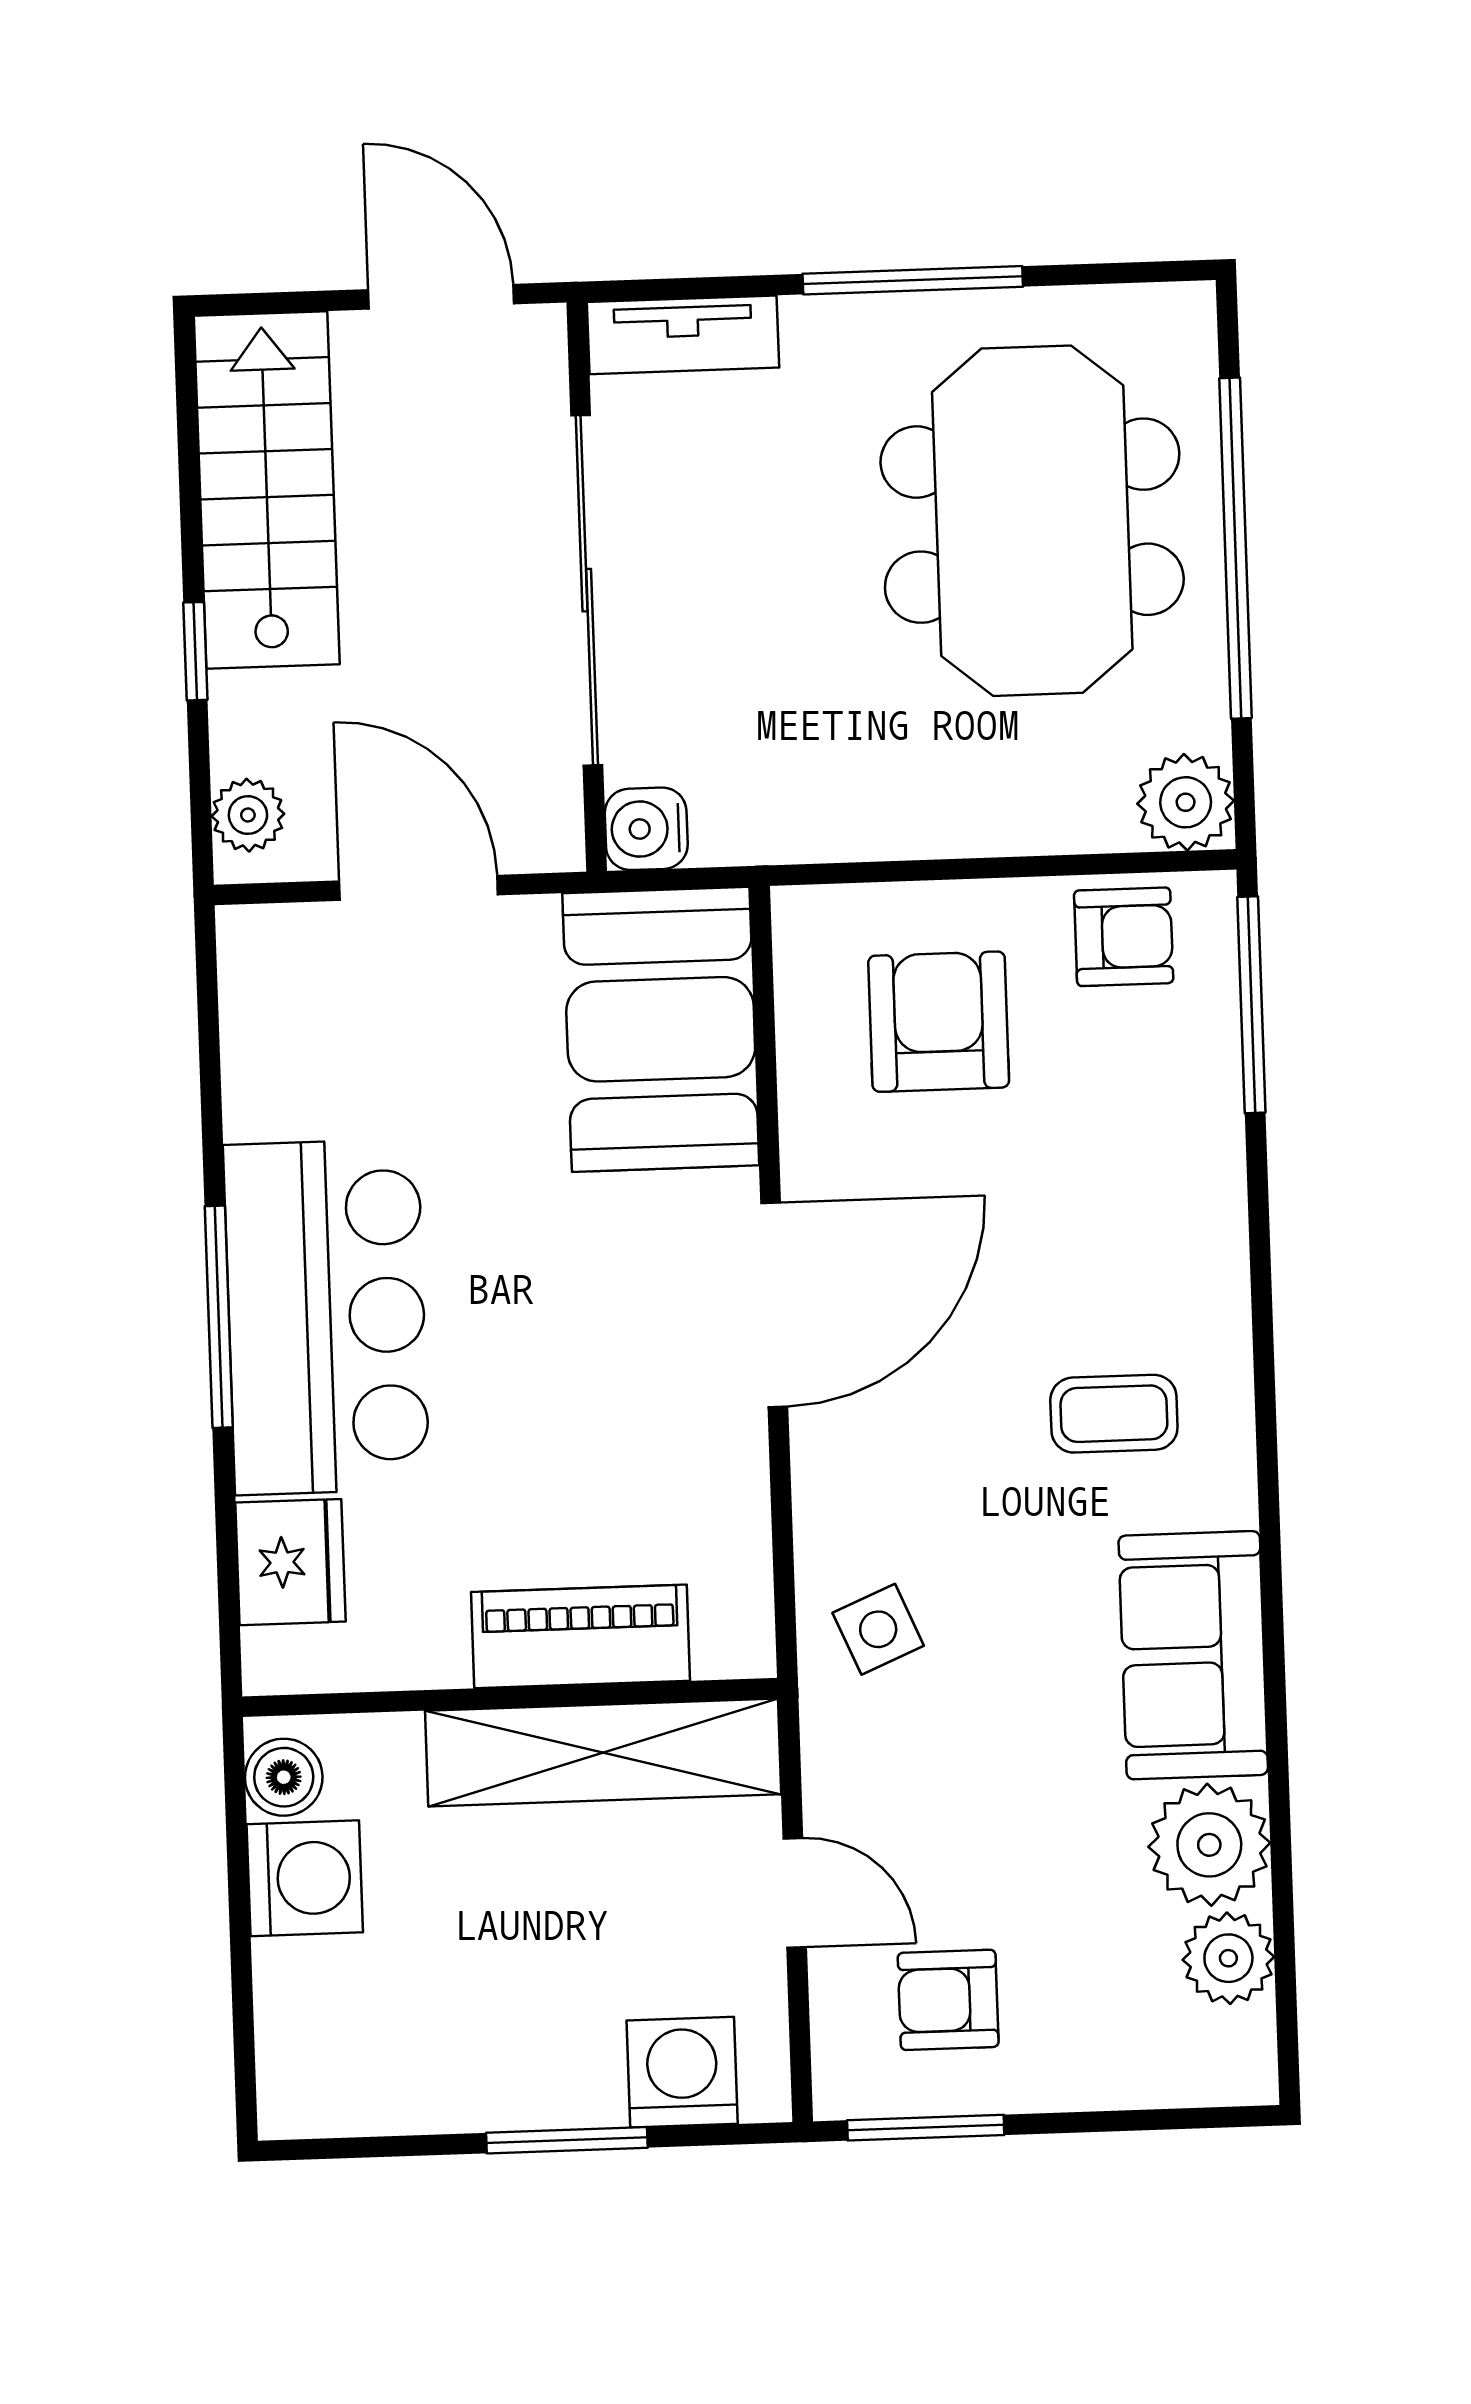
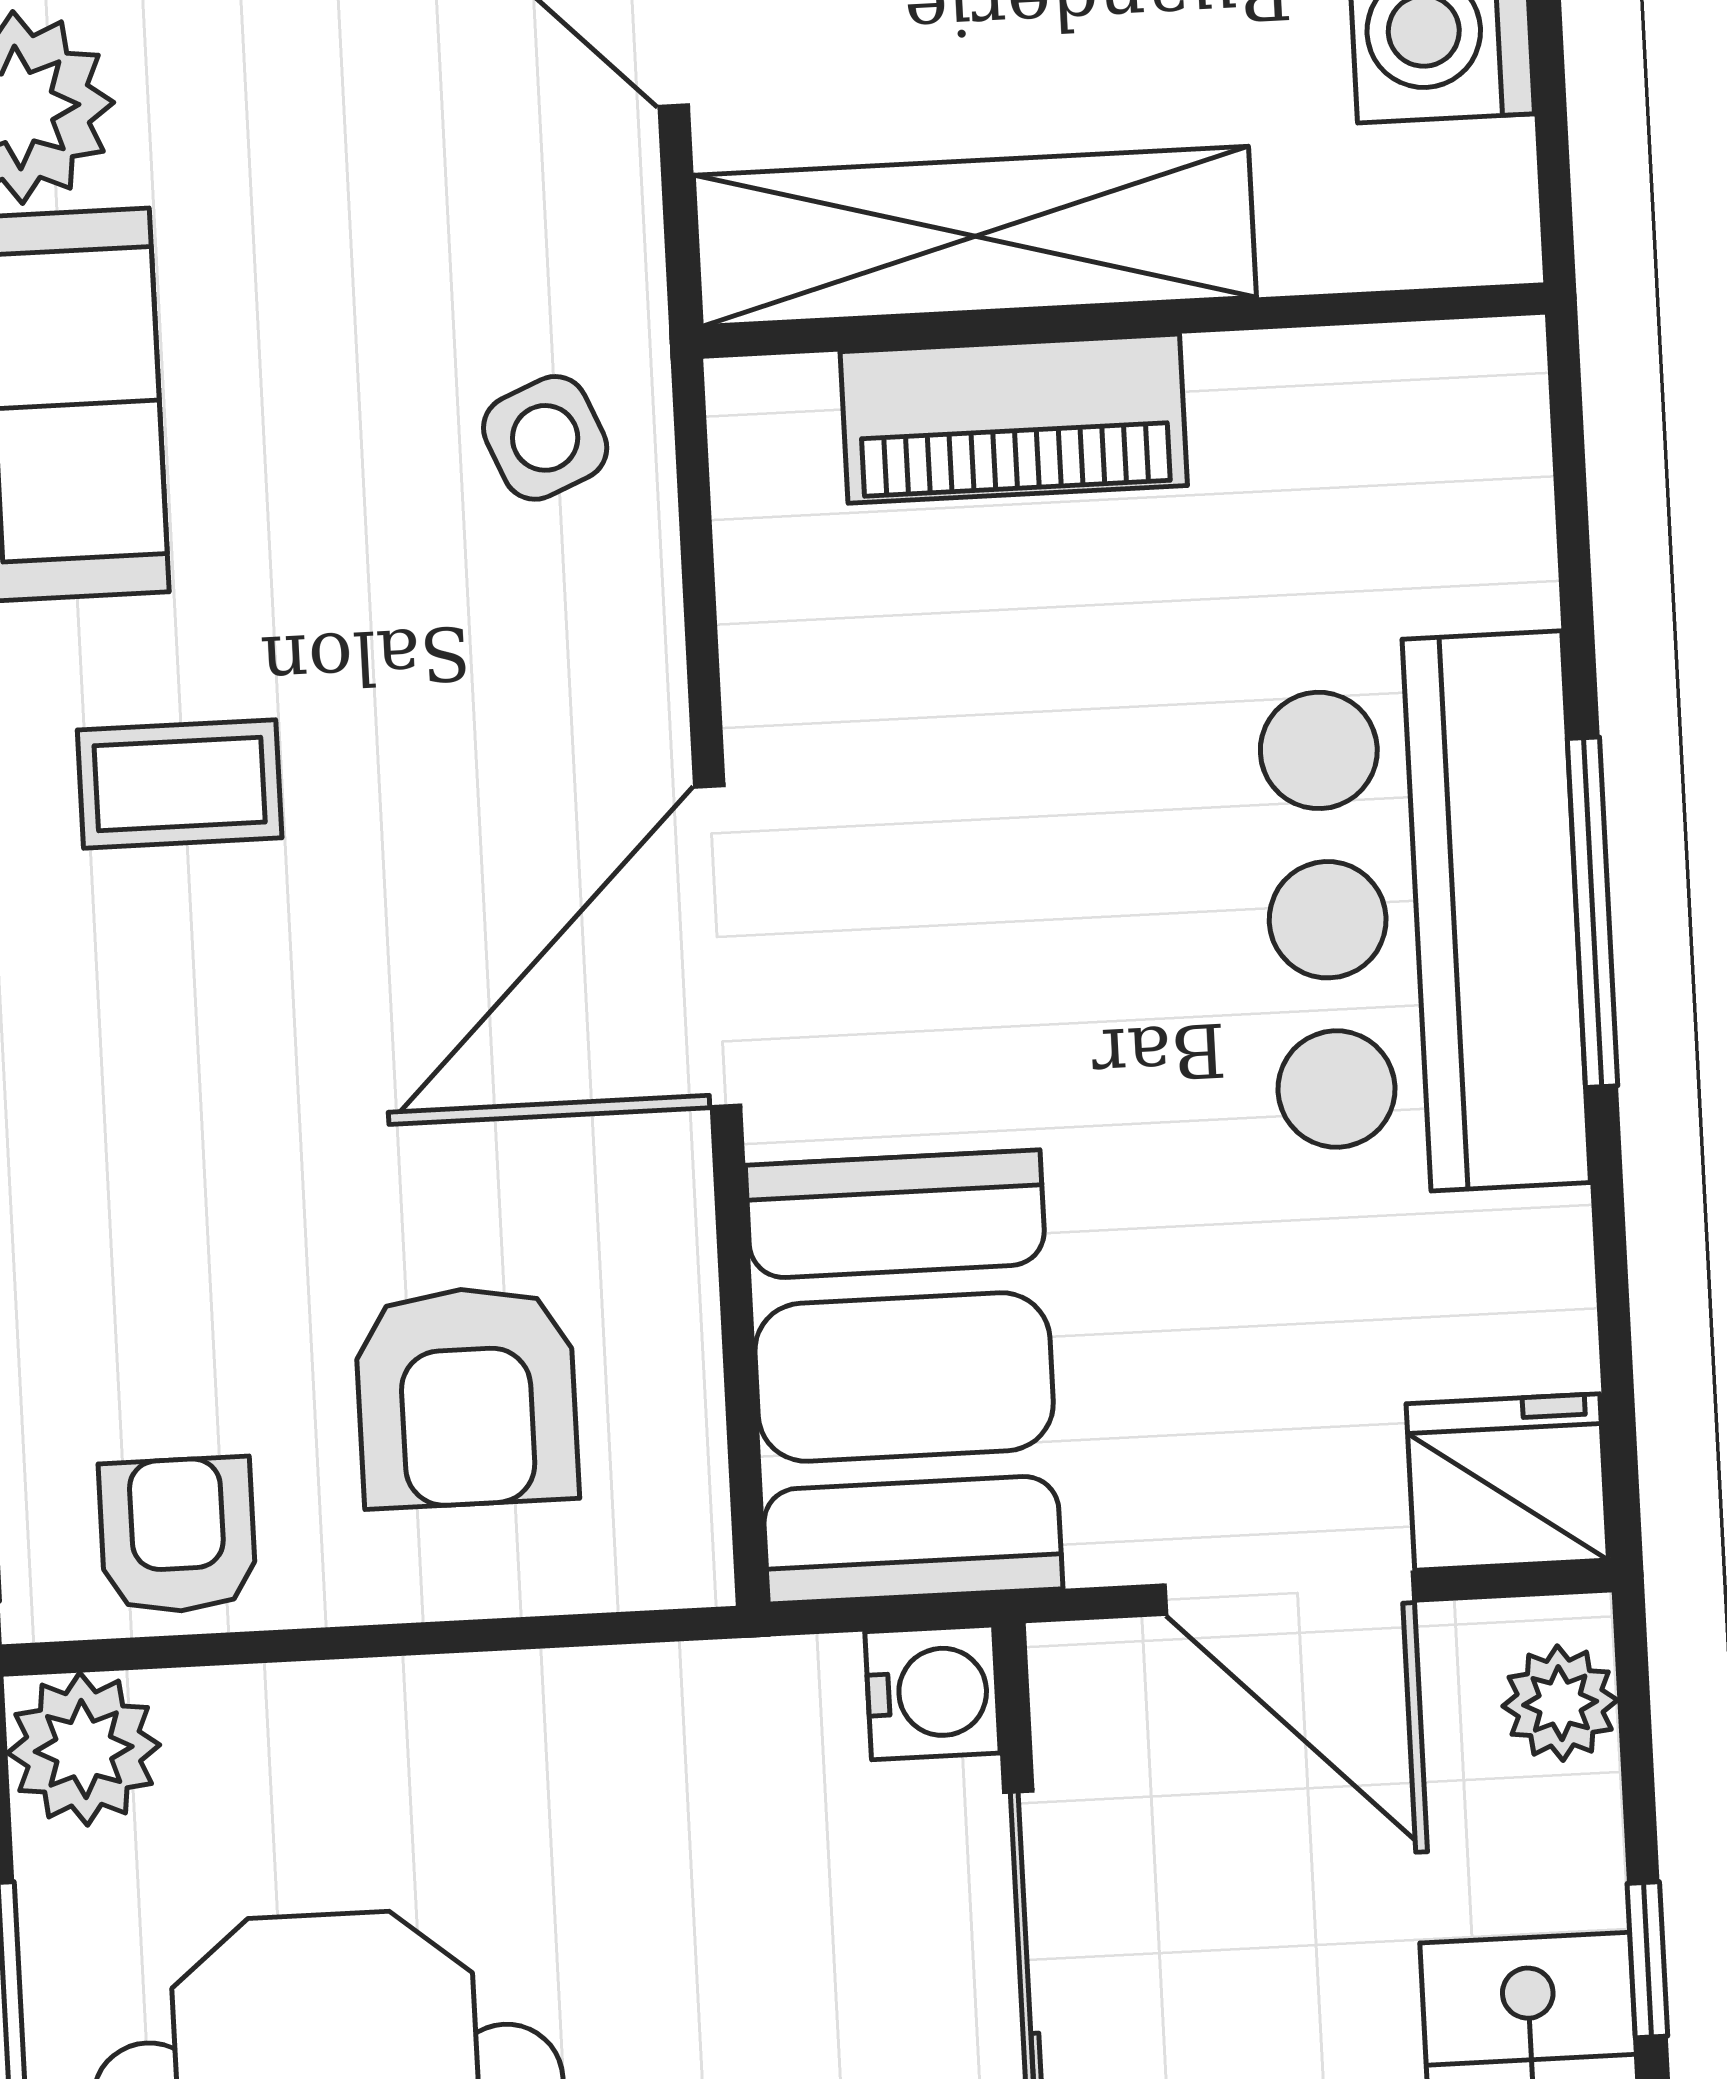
armchair: (1124, 937) -> (177, 1535), turned 90
fridge: (290, 1562) -> (1507, 1482), moved, turned 90
boiler: (284, 1777) -> (1477, 189), removed

